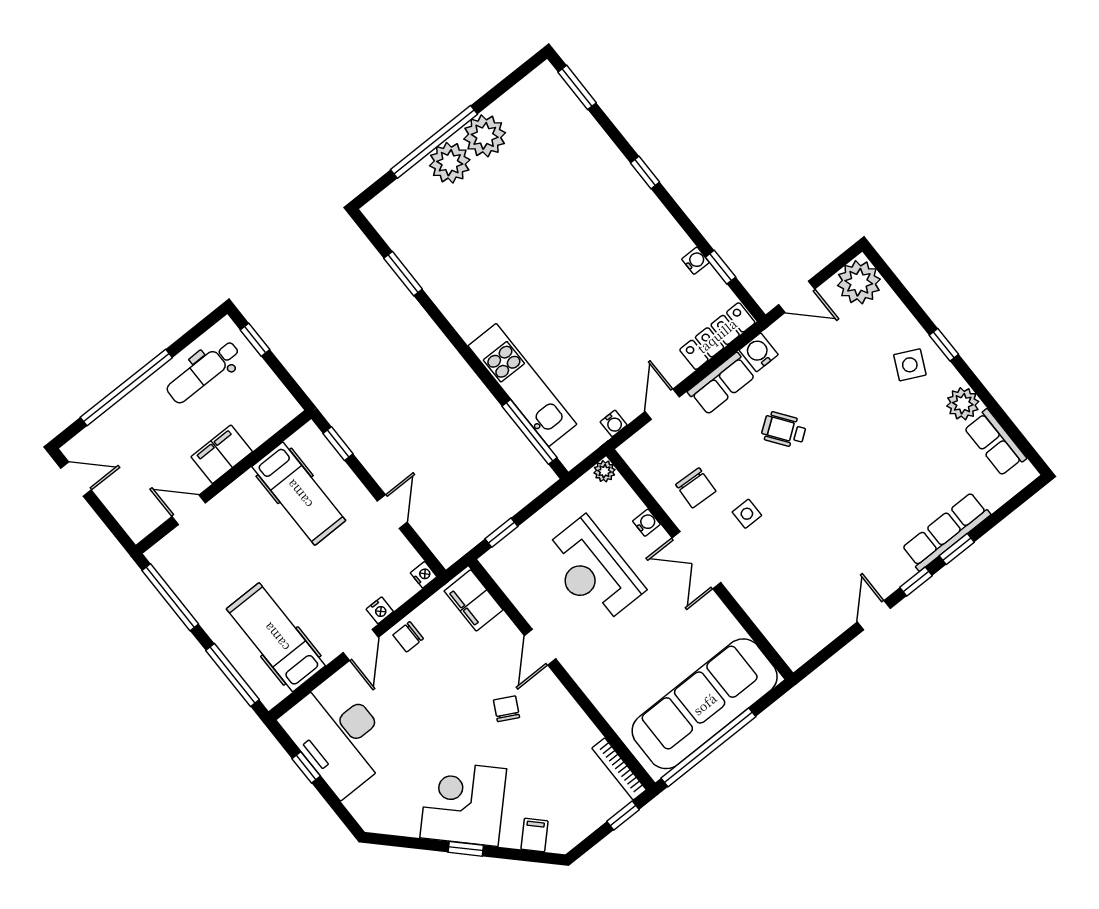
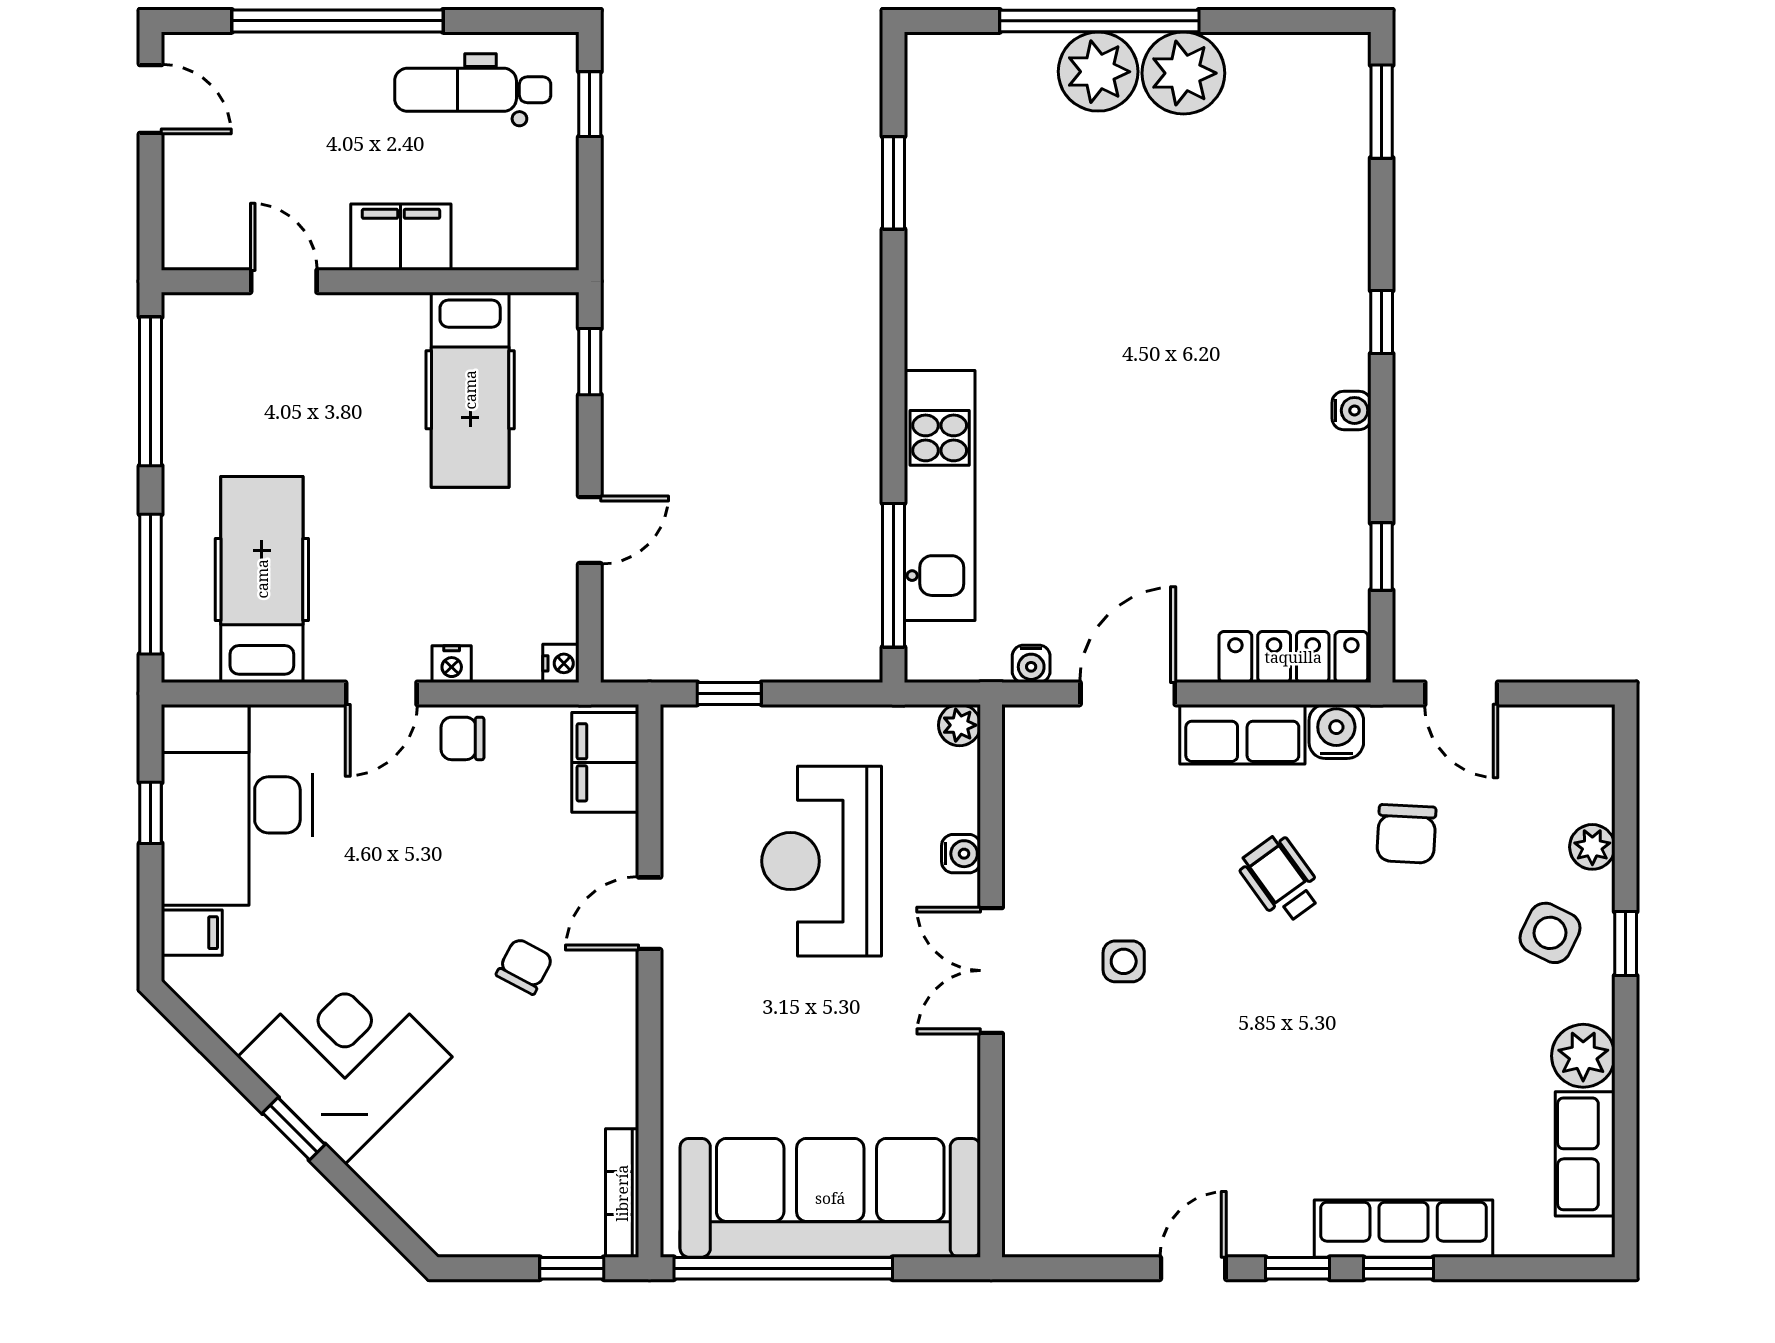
water cooler: (695, 261) -> (1351, 410), moved
plant: (859, 282) -> (1592, 847), moved, width x0.53, depth x0.53
door: (662, 404) -> (1128, 693), width x1.38
chair: (696, 488) -> (1406, 834), moved
filing cabinet: (534, 835) -> (192, 933), moved, turned 45

